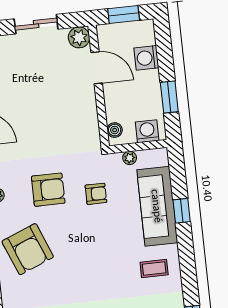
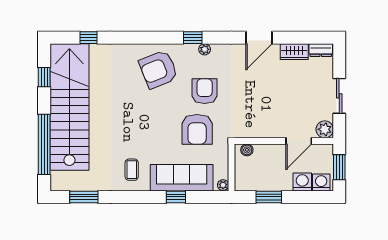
washing machine: (147, 131) -> (321, 182), moved, turned -90
plant: (130, 158) -> (223, 185), moved
armchair: (48, 190) -> (205, 91), turned 180
armchair: (96, 194) -> (197, 129), width x1.88, depth x1.88

